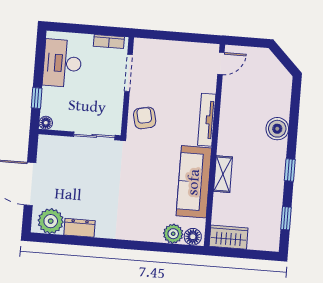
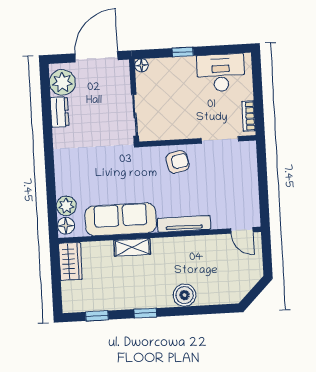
floor lamp: (46, 123) -> (141, 65), moved
wall: (80, 135) -> (134, 101), moved
sliding door: (94, 136) -> (135, 115), moved

